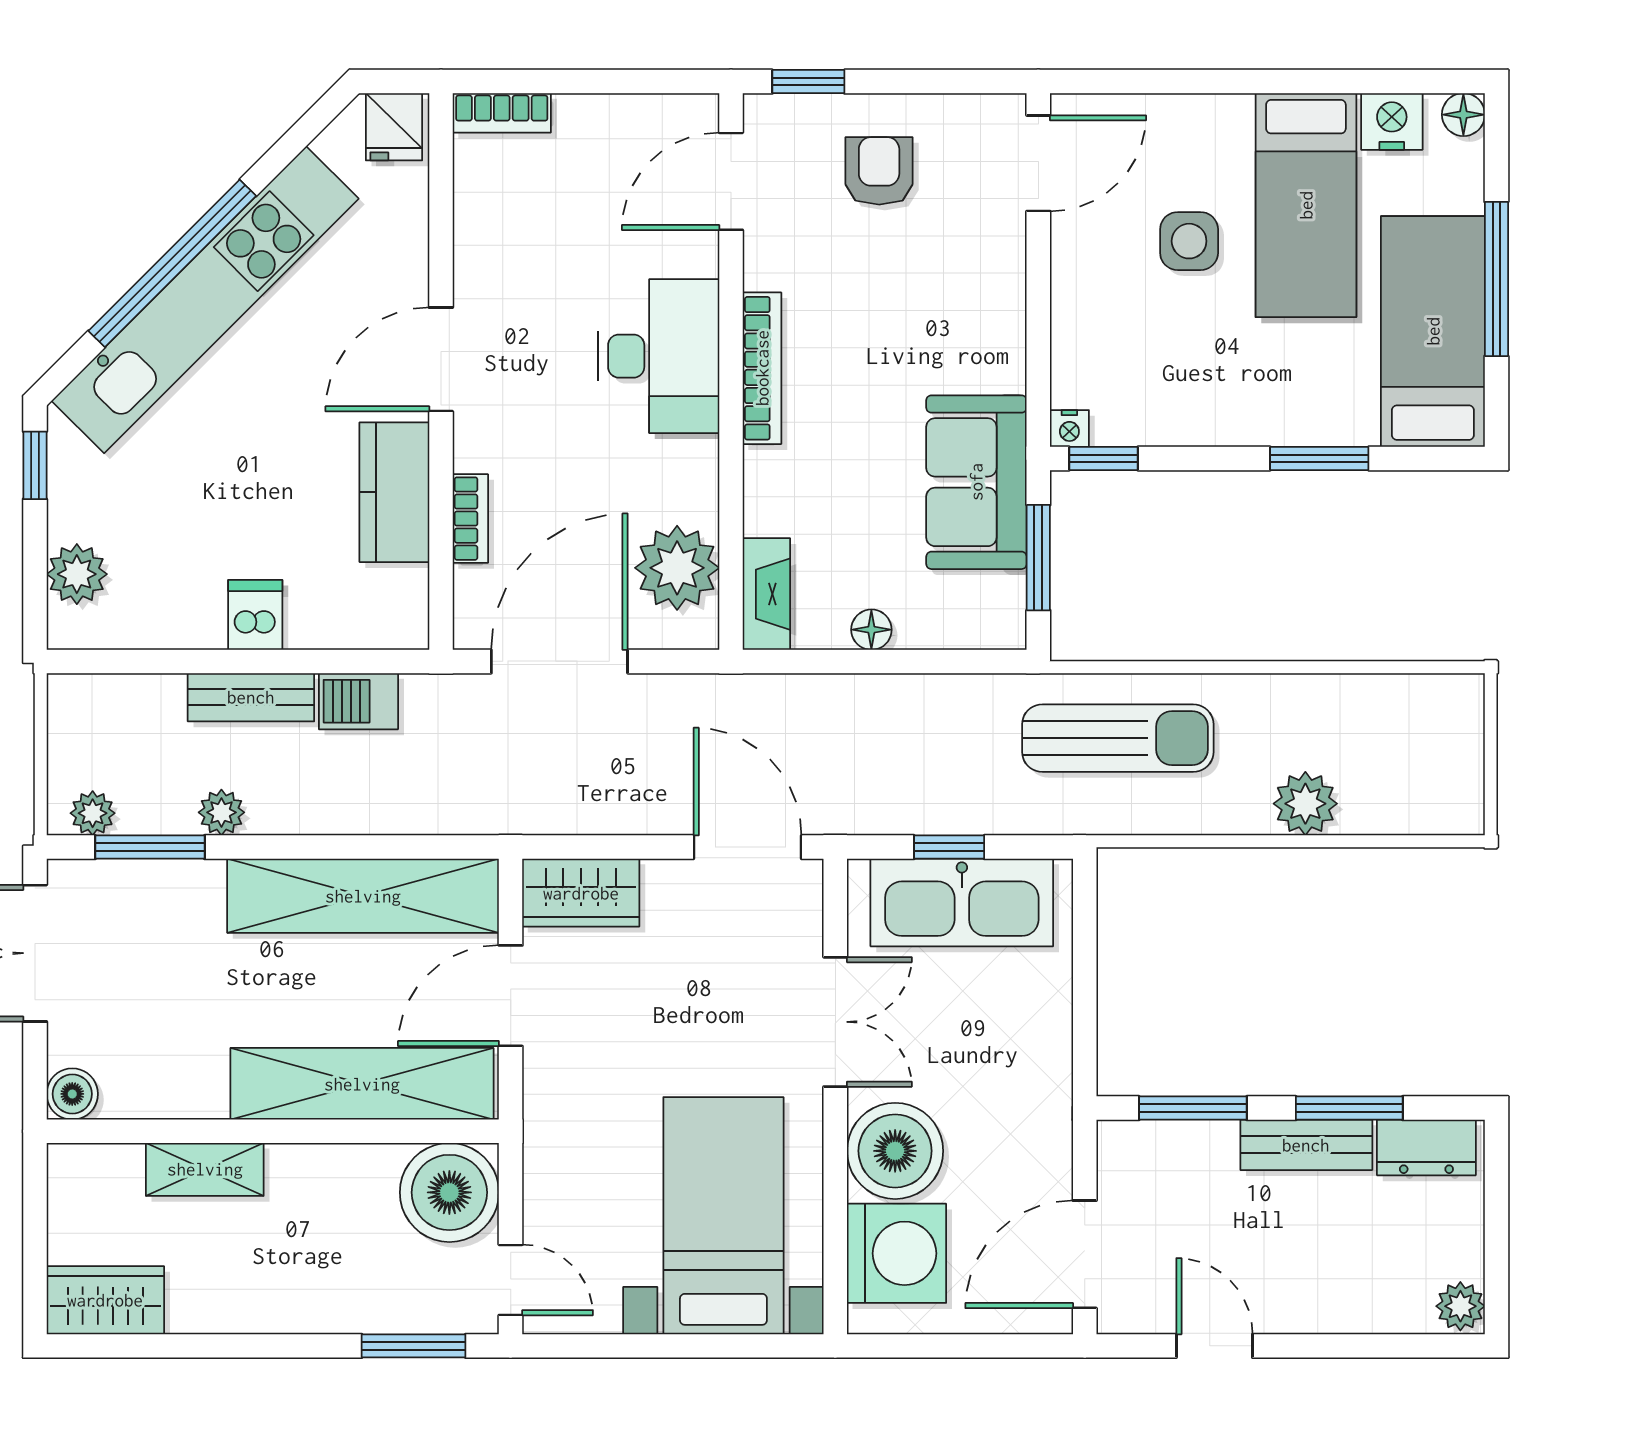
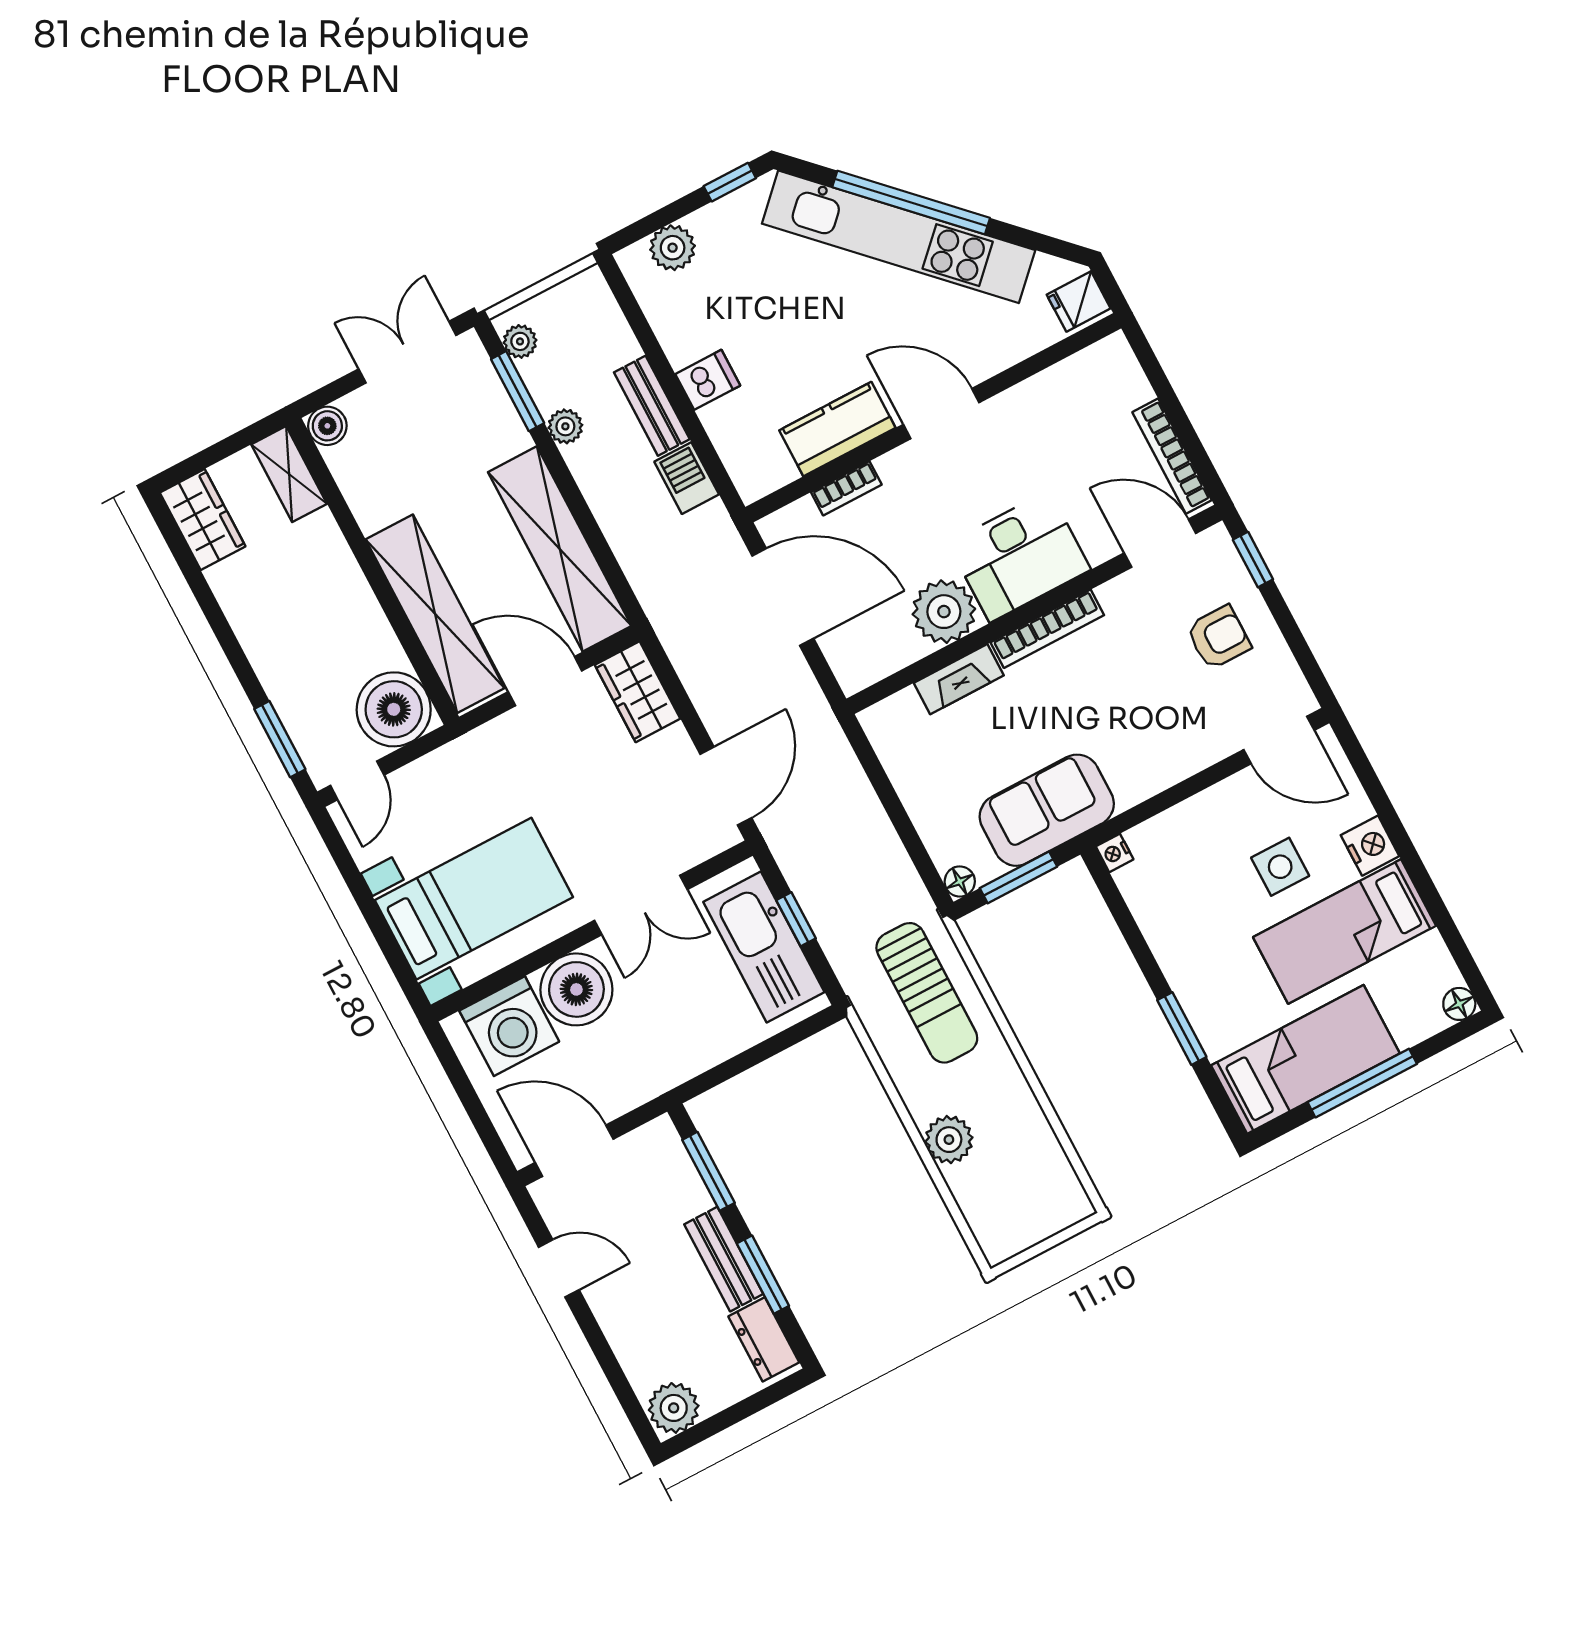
bookcase: (502, 113) -> (1172, 456), moved, width x1.56
nightstand: (1392, 121) -> (1370, 846), moved
window: (1103, 459) -> (1107, 886), removed
plant: (677, 568) -> (944, 612), moved
fireplace: (766, 594) -> (959, 679), moved
floor lamp: (871, 630) -> (960, 881), moved
shelving: (205, 1169) -> (289, 474), moved
plant: (1460, 1306) -> (674, 1408), width x1.38, depth x1.38
door: (1214, 1346) -> (559, 1268), hinge flipped

